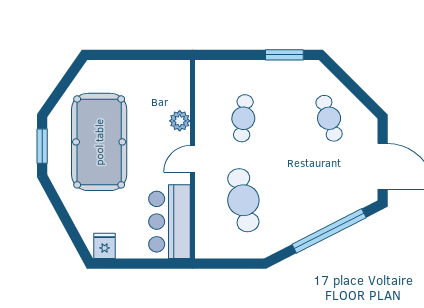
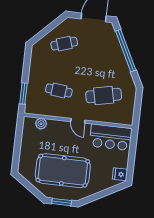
window: (284, 55) -> (23, 94), moved
plant: (180, 121) -> (41, 124), moved

